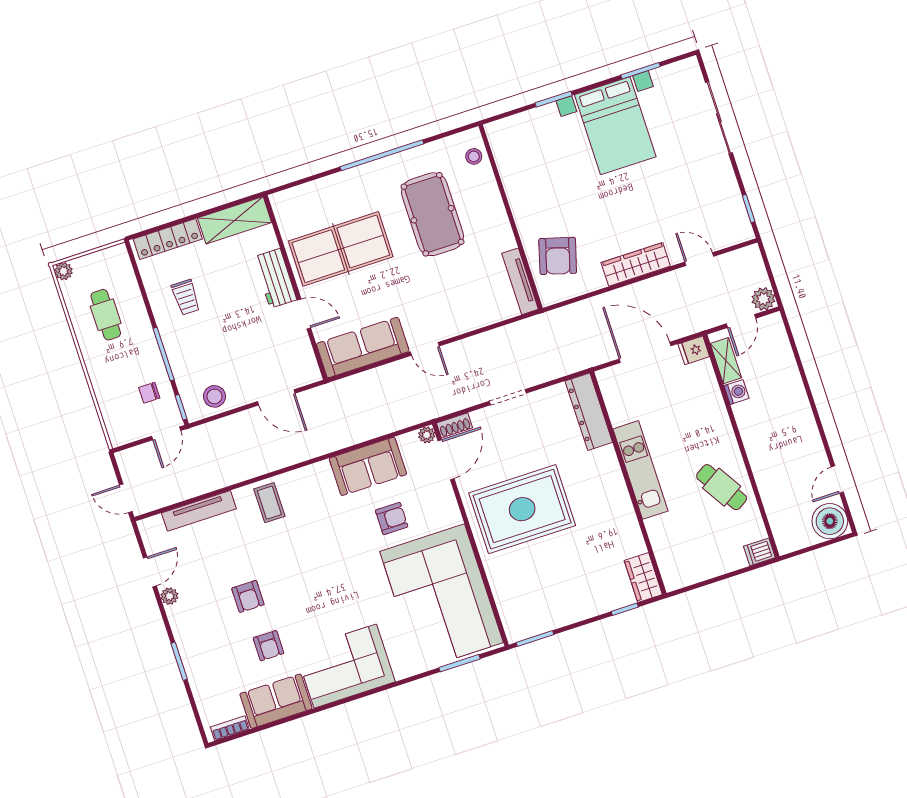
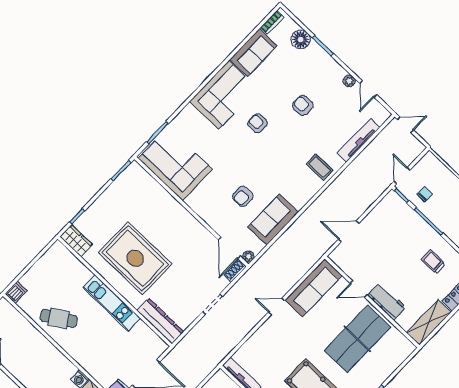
stool: (214, 396) -> (385, 212), removed
rug: (522, 509) -> (135, 258), moved, turned 90
corner sofa: (442, 597) -> (175, 164), width x0.73, depth x0.74
armchair: (269, 646) -> (258, 123), moved
floor lamp: (204, 685) -> (301, 39), added

